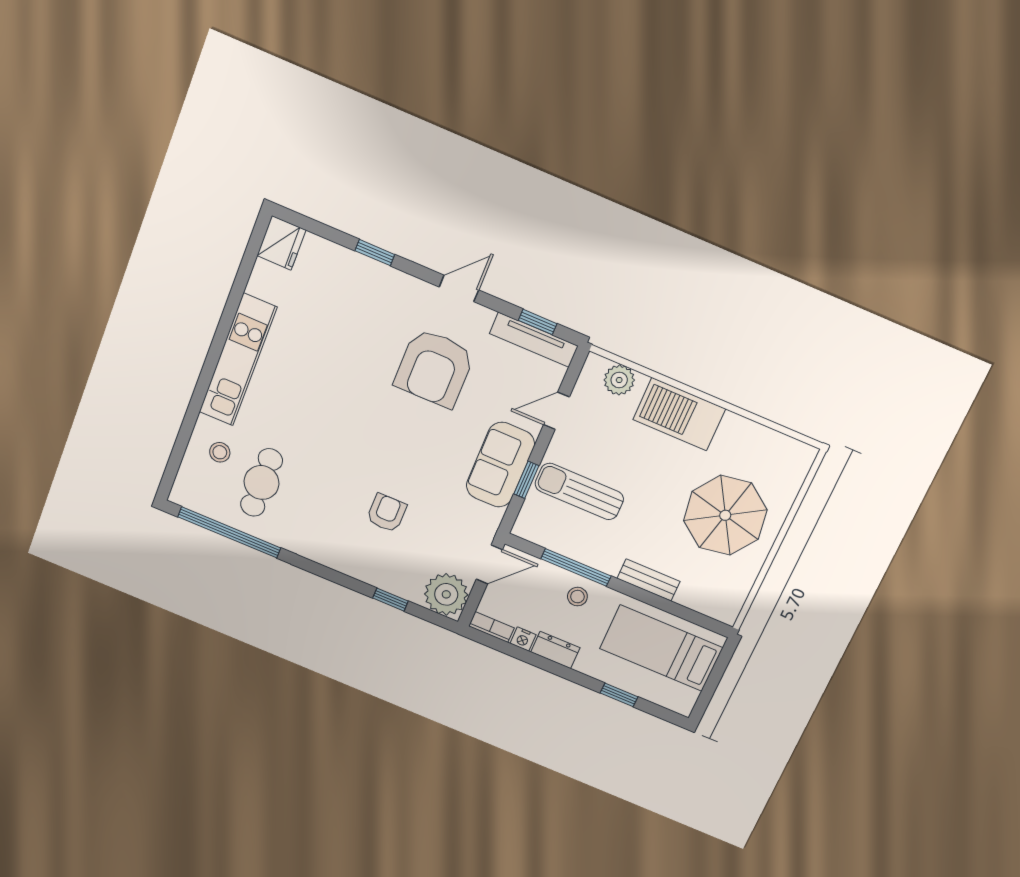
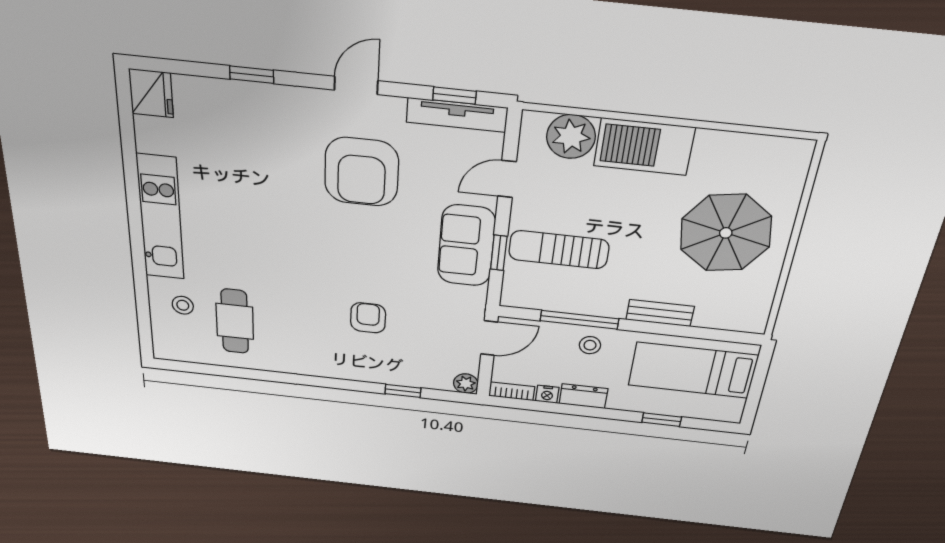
plant: (619, 380) -> (571, 137), width x1.36, depth x1.36
window: (229, 532) -> (224, 371), removed
plant: (446, 594) -> (466, 384), width x0.53, depth x0.53

